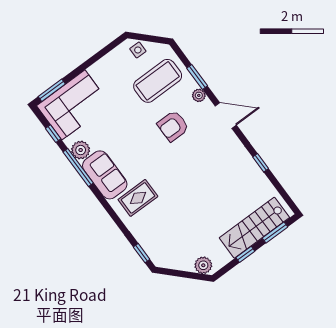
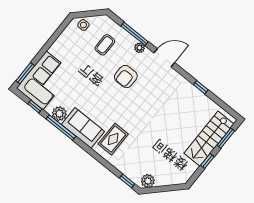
window: (197, 77) -> (135, 34), width x1.44
coffee table: (158, 81) -> (105, 45), width x0.54, depth x0.58
plant: (203, 265) -> (148, 181), moved

